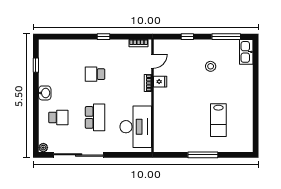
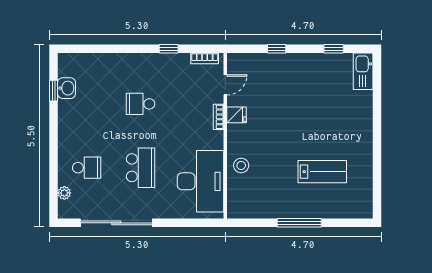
window: (103, 37) -> (169, 49), moved
window: (226, 37) -> (334, 49), width x0.46
stool: (211, 66) -> (241, 165), moved
washbasin: (45, 93) -> (67, 88), moved
lab bench: (218, 120) -> (322, 172), turned -90
plant: (43, 148) -> (64, 193), moved

